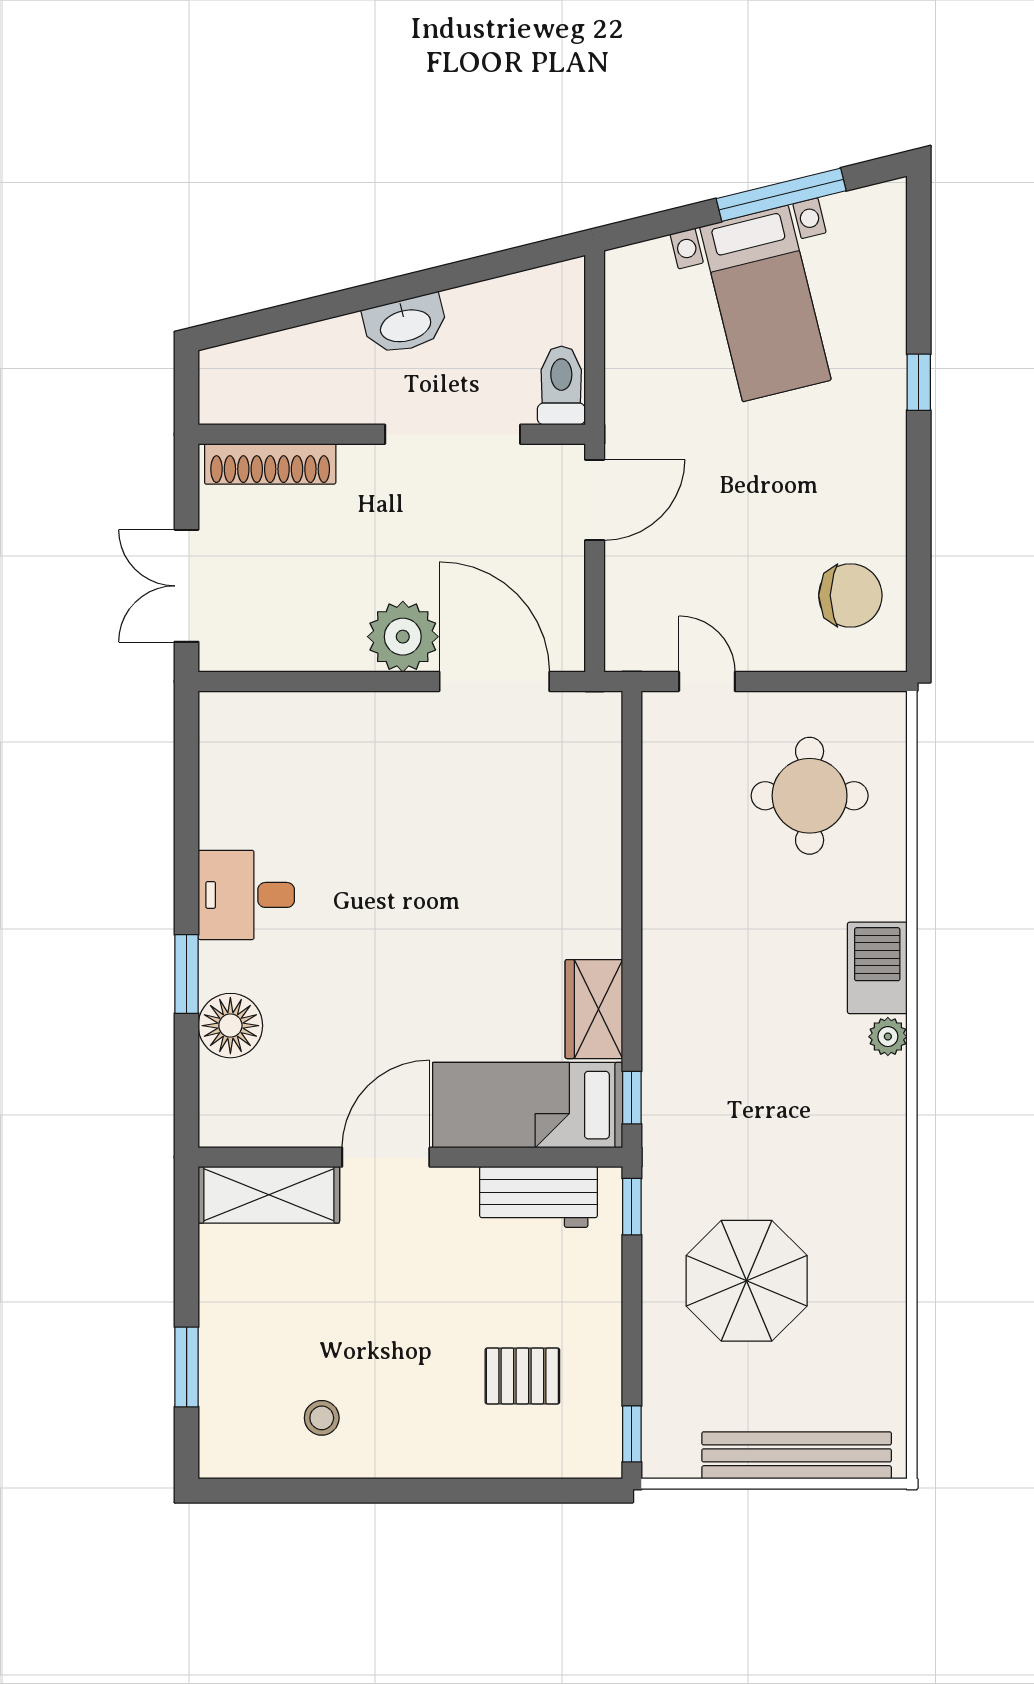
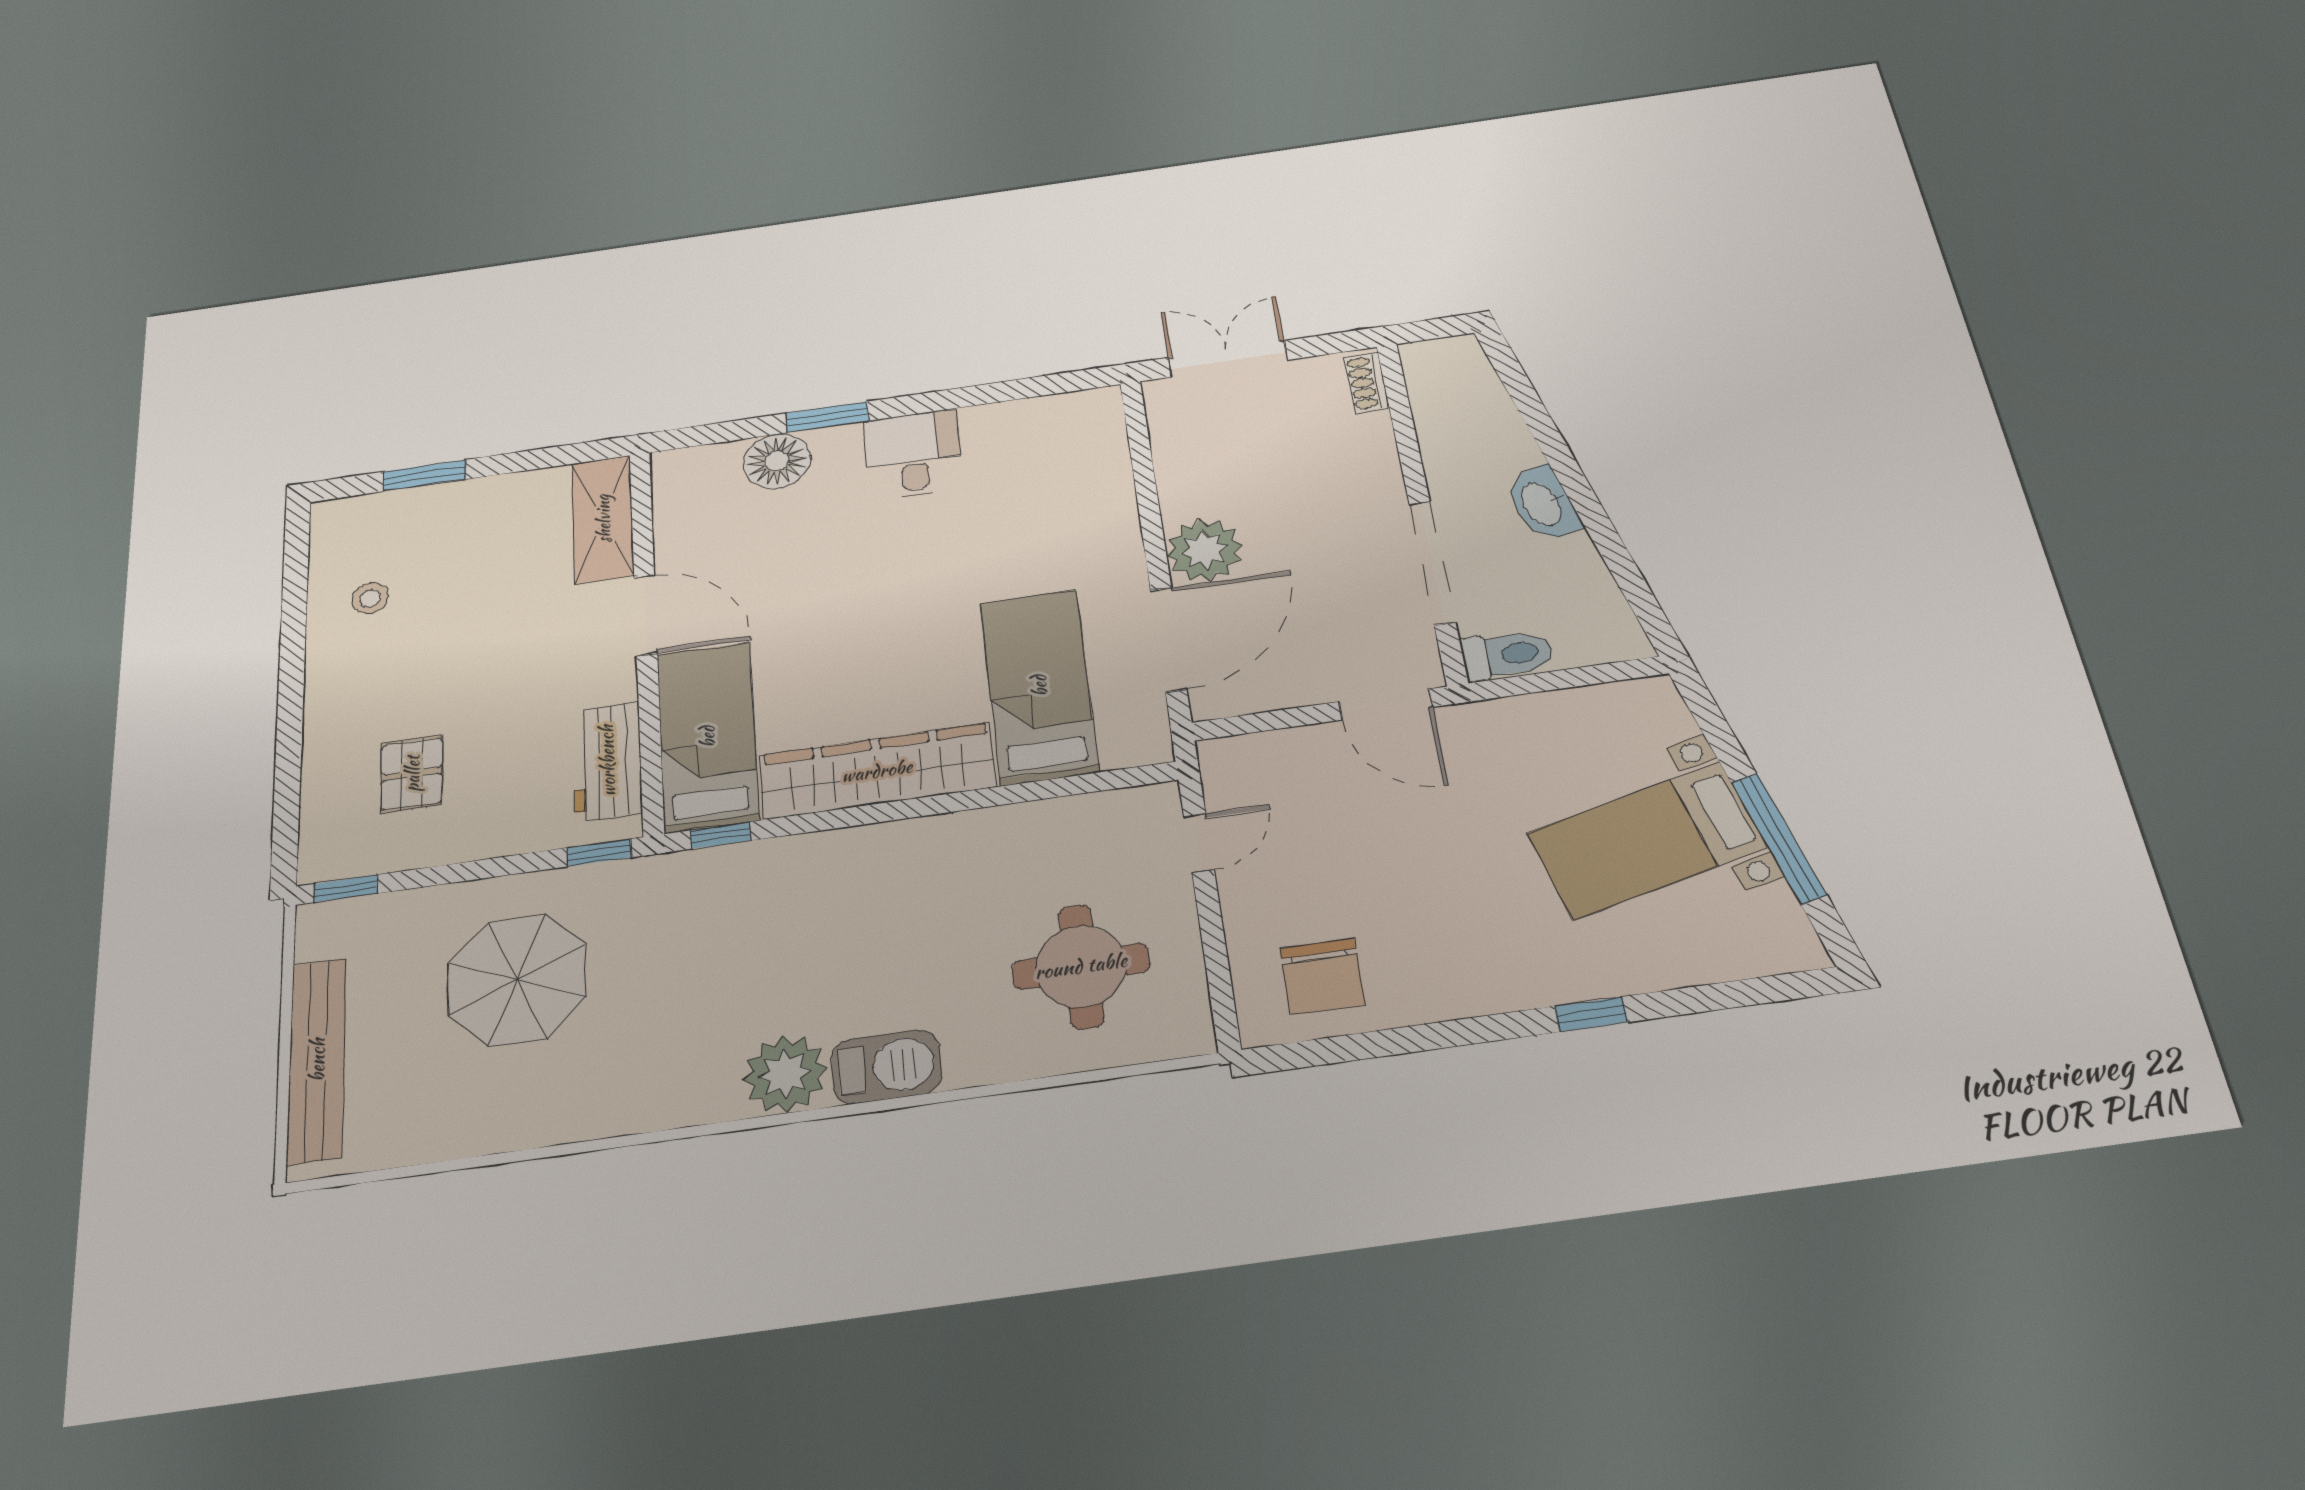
shoe rack: (270, 464) -> (1367, 382), width x0.51, depth x0.81
bed: (524, 803) -> (1039, 686), added
wardrobe: (594, 1009) -> (877, 771), width x2.10, depth x1.17
plant: (888, 1037) -> (785, 1074), width x1.88, depth x1.88

